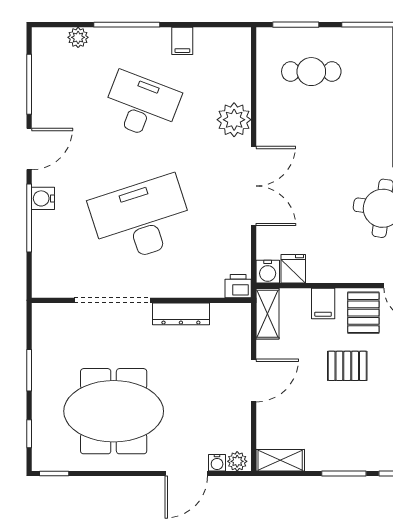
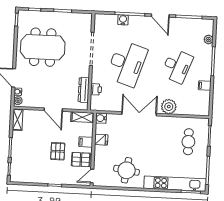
double door: (254, 186) -> (139, 114), swing flipped
water cooler: (43, 198) -> (123, 20), moved
desk: (141, 219) -> (127, 64), turned 36
fridge: (293, 269) -> (101, 140), moved
printer: (238, 286) -> (96, 89), moved
dresser: (181, 314) -> (84, 90), moved
meeting table: (114, 411) -> (43, 47), turned 90

